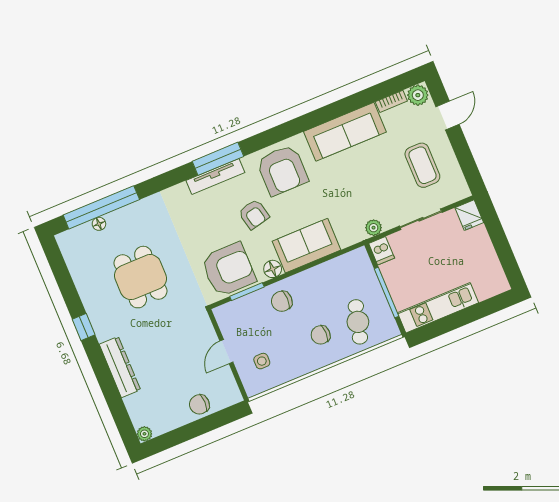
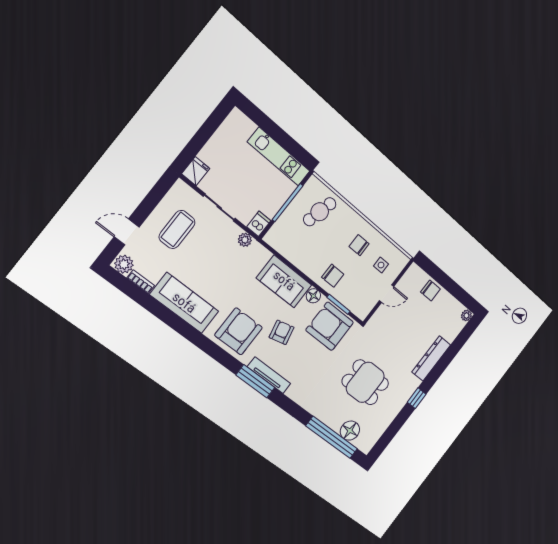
floor lamp: (99, 224) -> (350, 431), width x1.89, depth x1.89
dining table: (141, 277) -> (365, 382), turned 90
chair: (321, 335) -> (359, 245), moved, turned 180

